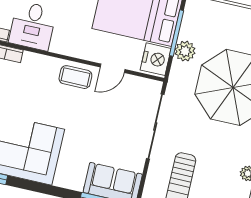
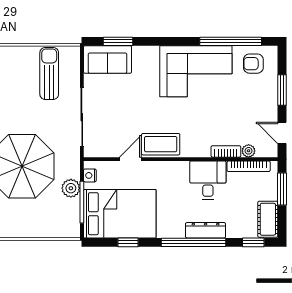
nightstand: (156, 59) -> (90, 175), width x0.53, depth x0.56
coffee table: (75, 77) -> (161, 144), width x1.36, depth x1.30

